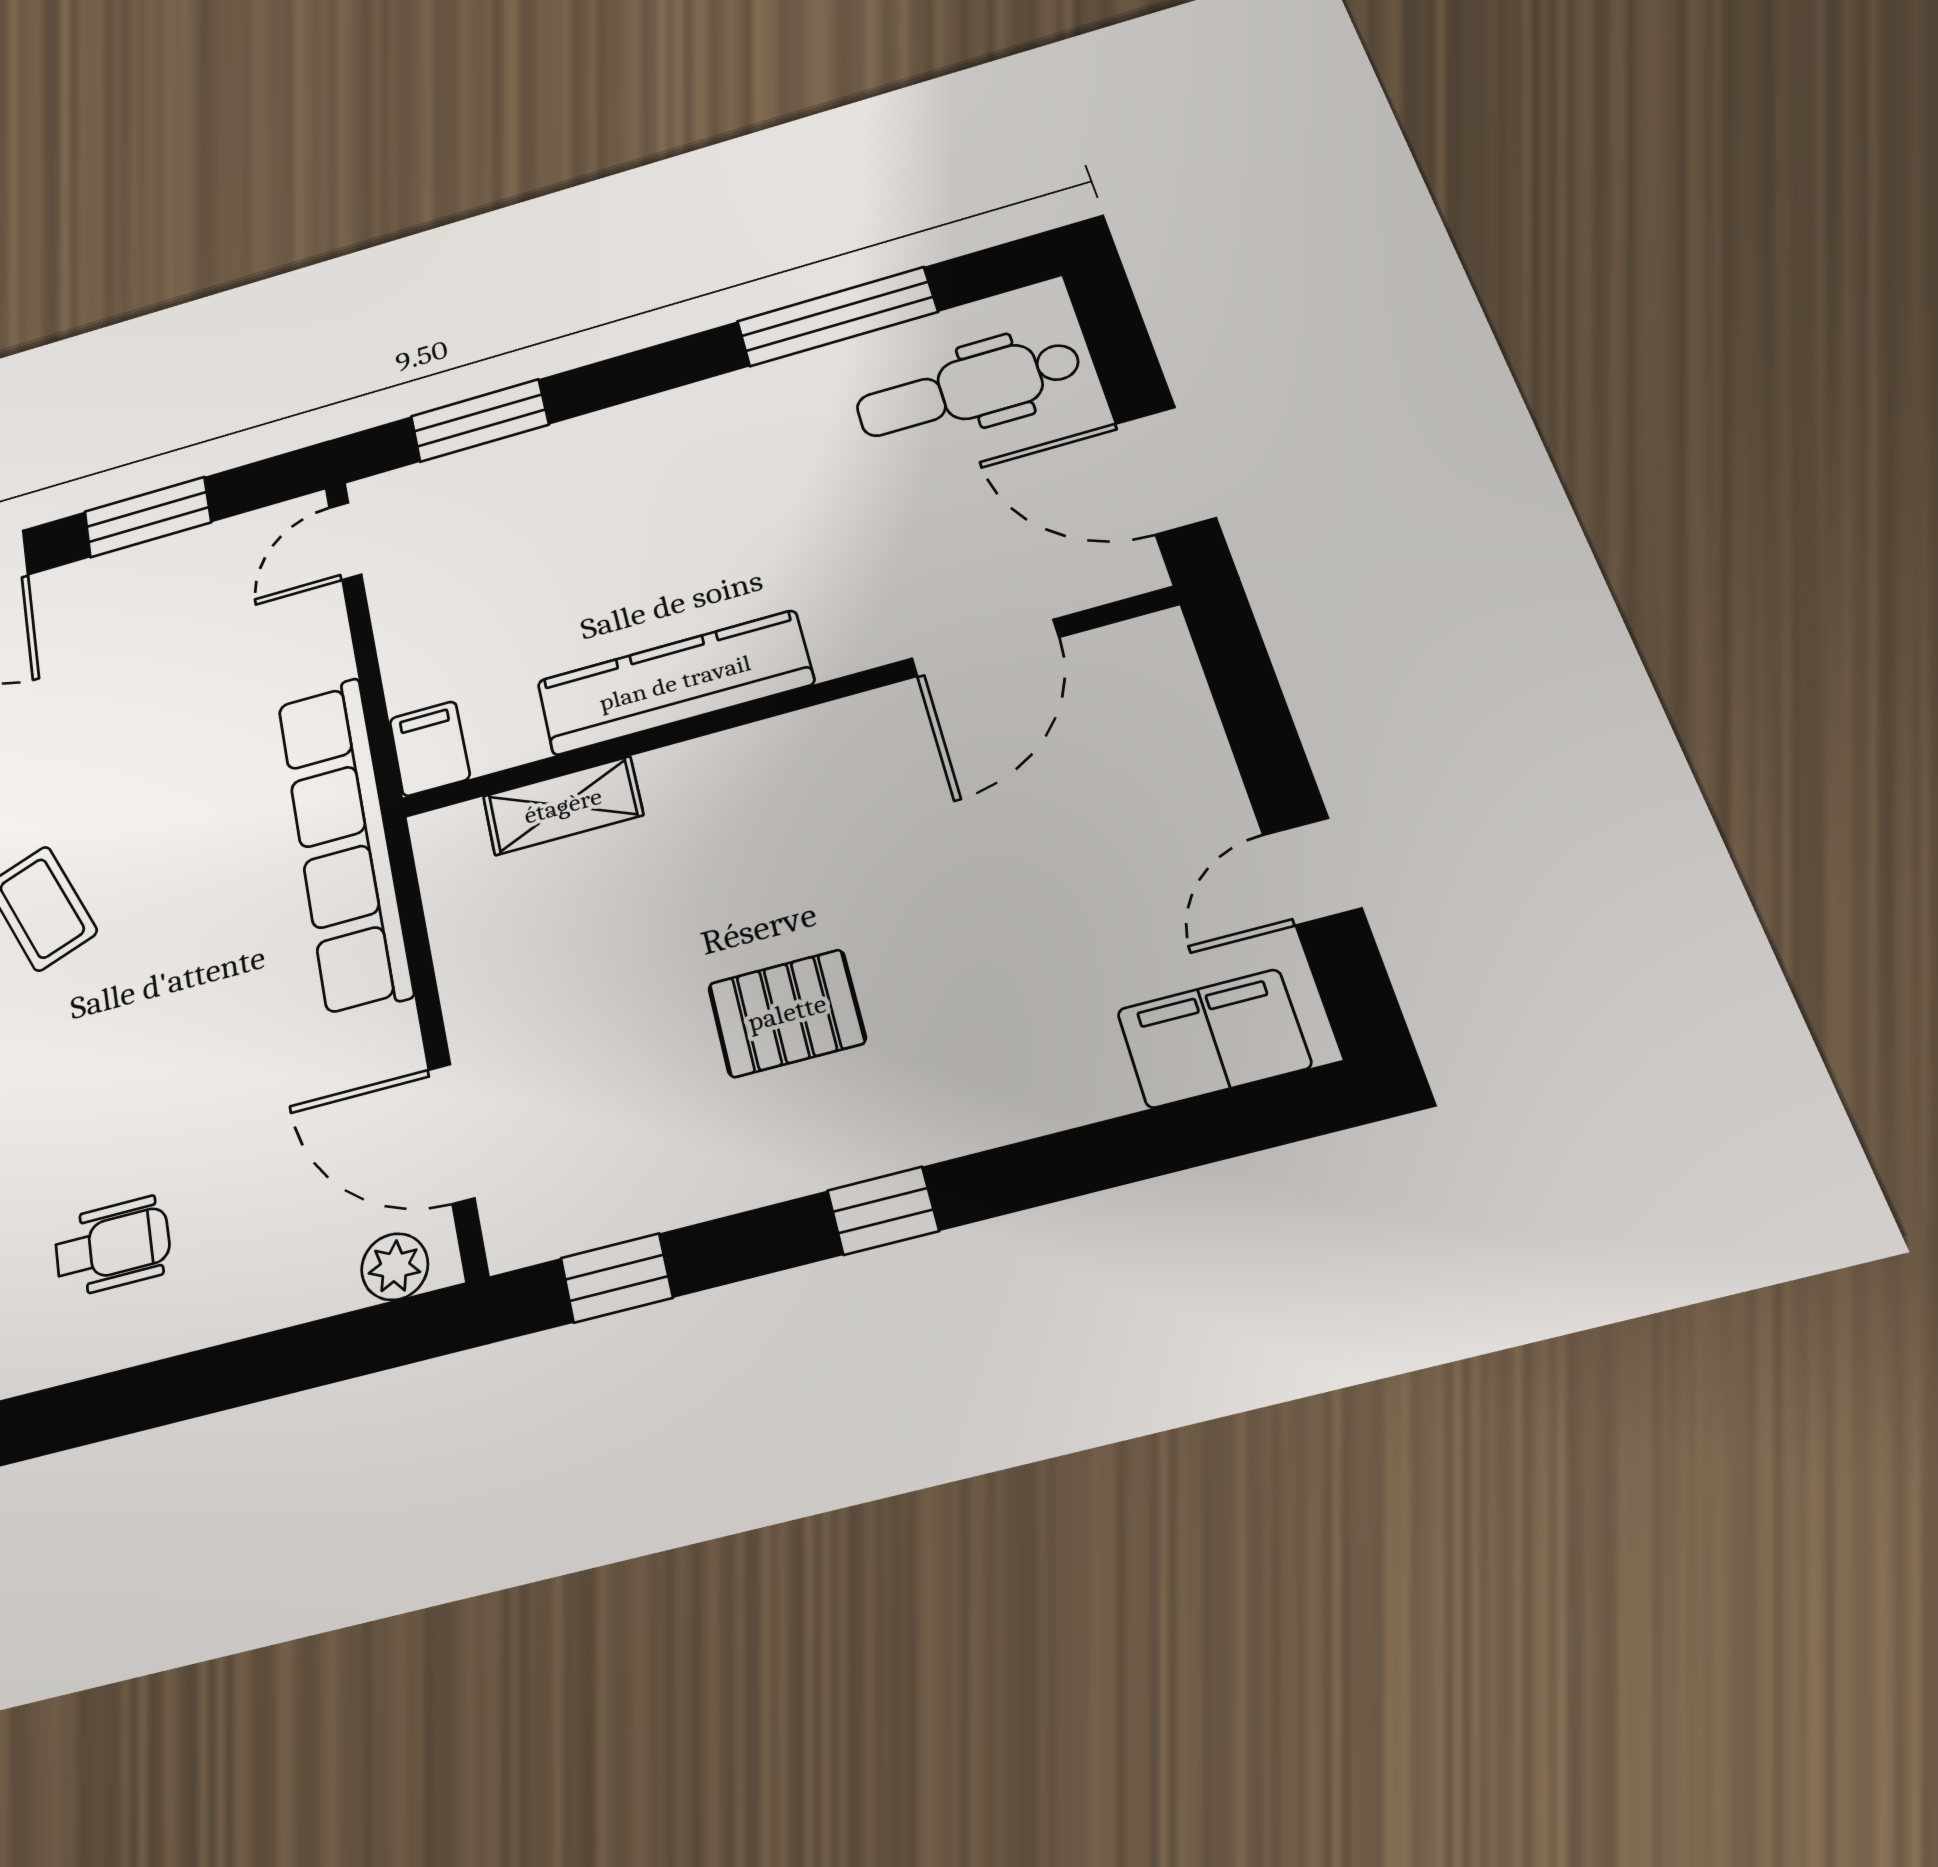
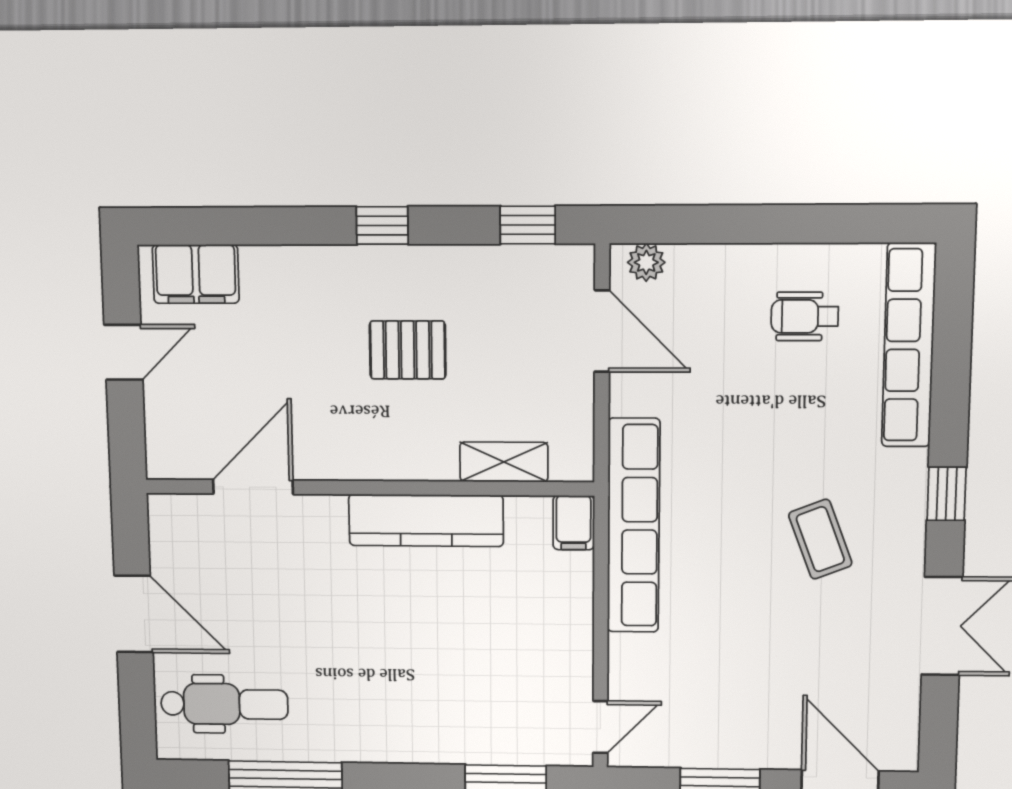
door: (985, 648) -> (253, 487), moved
kitchen counter: (675, 683) -> (426, 520), moved
wall: (784, 703) -> (368, 488), moved
filing cabinet: (430, 749) -> (574, 523), moved
shelving: (563, 806) -> (504, 462), moved

